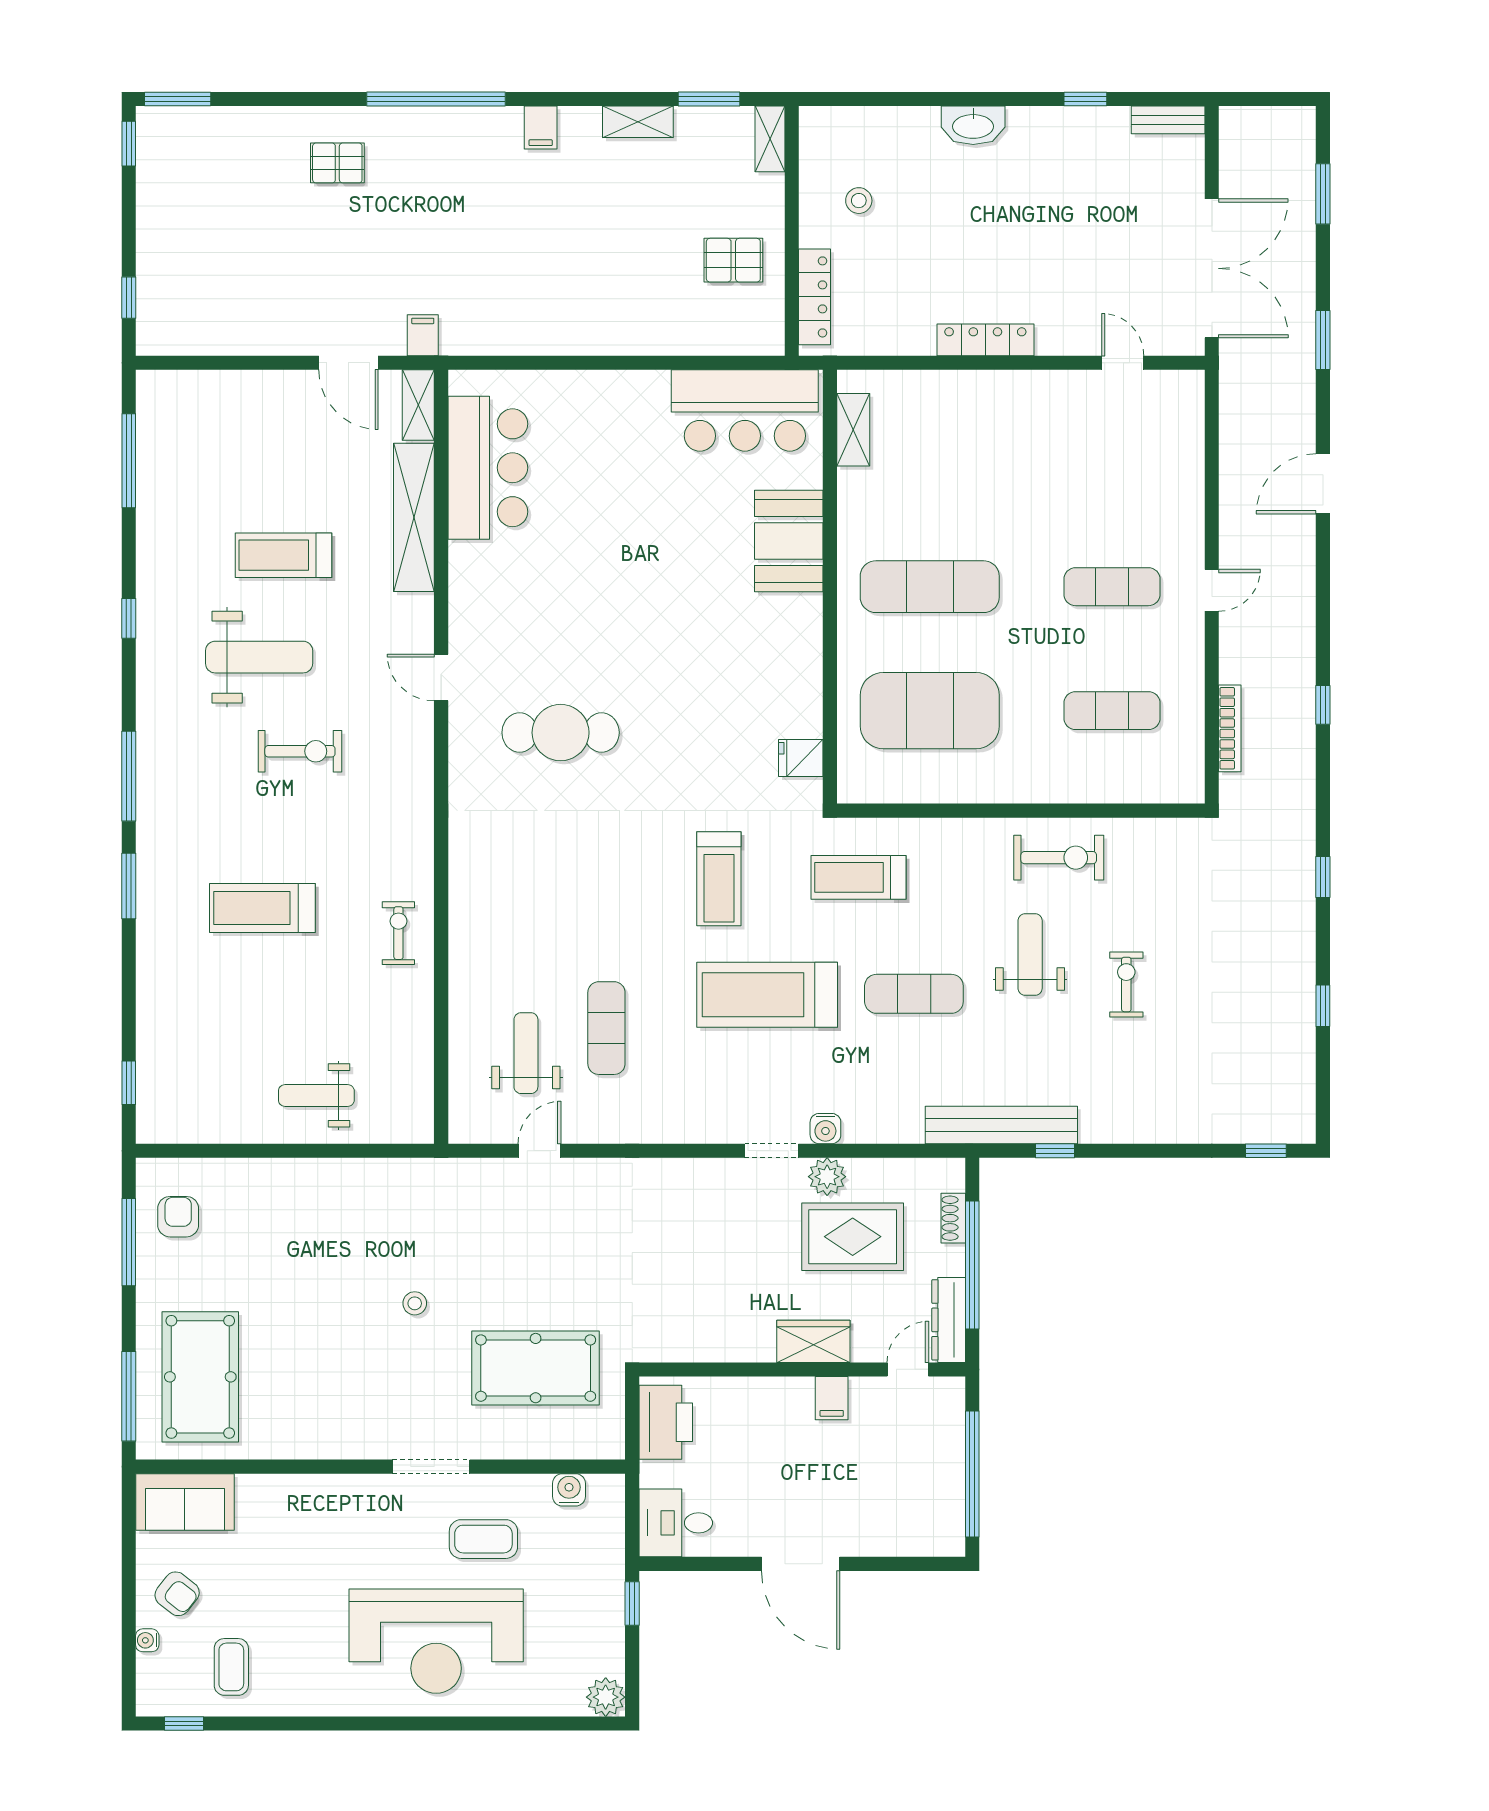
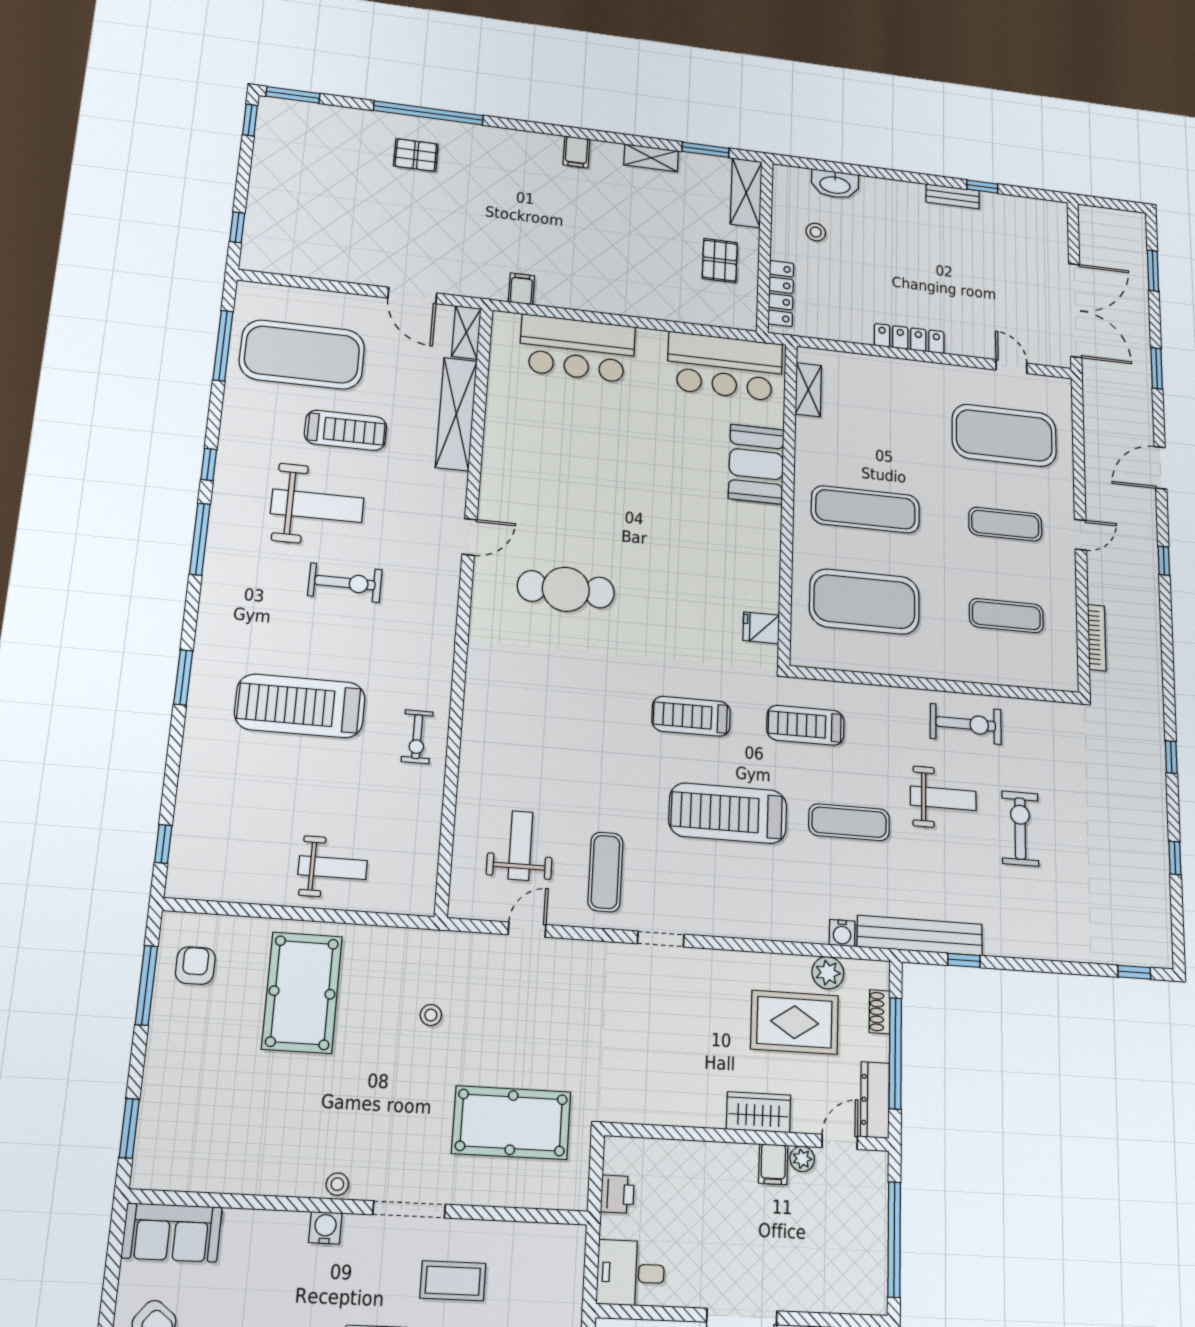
window: (436, 99) -> (428, 113), moved
bench: (1168, 120) -> (953, 196), moved
washbasin: (973, 125) -> (835, 184), moved
shelving: (770, 139) -> (746, 193), width x1.50, depth x1.33
pallet: (733, 260) -> (720, 261), turned 90
filing cabinet: (423, 335) -> (521, 289), moved
exercise mat: (223, 461) -> (302, 355), added
exercise mat: (1112, 463) -> (1004, 435), added
bar counter: (488, 468) -> (577, 349), moved, turned 90
treadmill: (283, 555) -> (346, 430), turned 180
door: (441, 677) -> (469, 537), swing flipped
window: (1323, 705) -> (1164, 561), moved
window: (129, 776) -> (200, 539), moved
treadmill: (719, 879) -> (691, 716), turned 90
treadmill: (262, 908) -> (300, 706), width x1.37, depth x1.38
exercise bike: (398, 933) -> (417, 737), turned 180
weight bench: (1030, 954) -> (943, 798), turned 90
exercise bike: (1126, 984) -> (1020, 829), width x1.38, depth x1.39
exercise mat: (606, 1028) -> (605, 872), moved
weight bench: (316, 1095) -> (333, 868), turned 180
water cooler: (825, 1129) -> (842, 933), moved
doorway: (772, 1151) -> (661, 939), moved
plant: (827, 1177) -> (828, 973), moved
stool: (415, 1303) -> (431, 1015), moved
pool table: (200, 1377) -> (302, 993), moved
plant: (865, 1390) -> (802, 1159), added
window: (129, 1396) -> (129, 1128), width x0.69
printer: (666, 1422) -> (617, 1194), width x0.53, depth x0.68
stool: (352, 1444) -> (337, 1184), added
water cooler: (569, 1490) -> (325, 1228), moved

